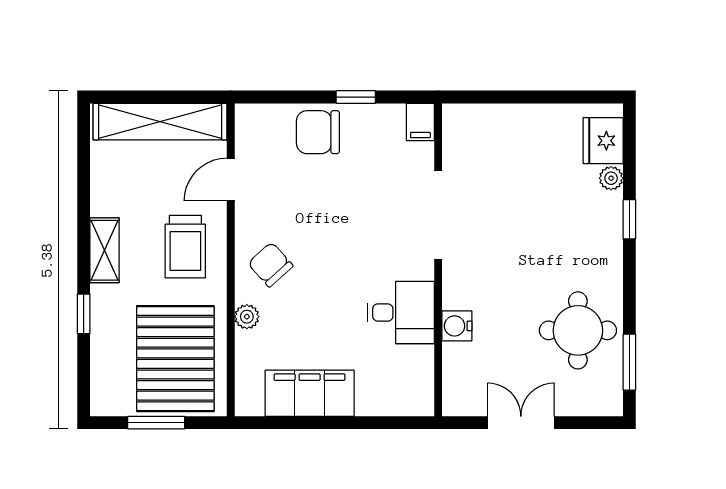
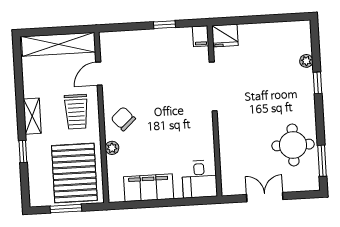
chair: (318, 132) -> (145, 45), removed
fridge: (603, 141) -> (225, 36), moved, turned -90
desk: (401, 312) -> (199, 179), moved, turned 90
water cooler: (457, 326) -> (227, 146), removed

